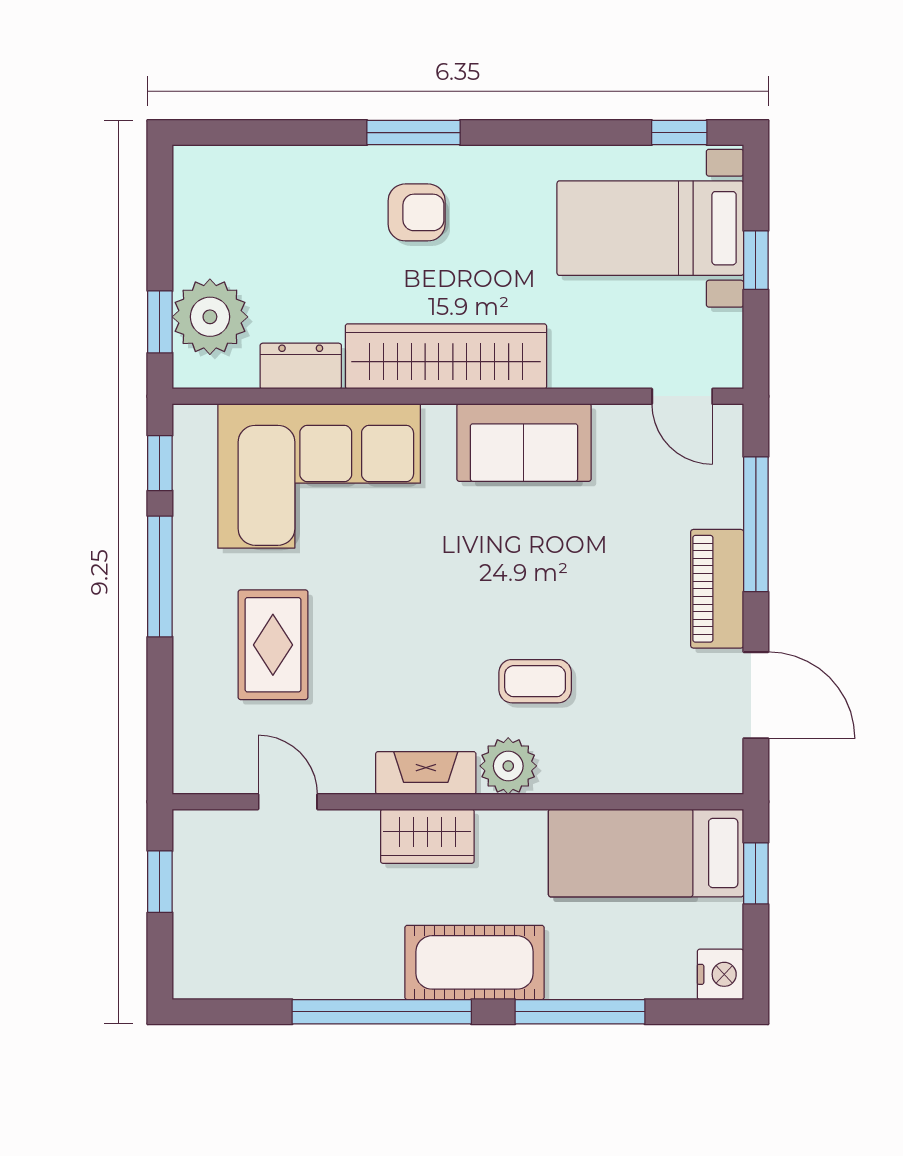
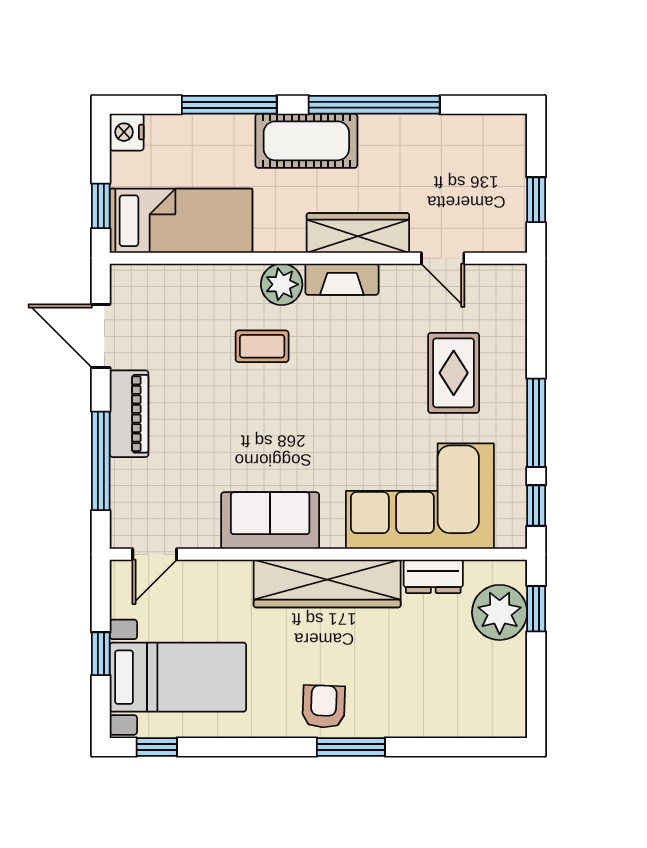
armchair: (417, 212) -> (324, 706), moved, turned 92
door: (682, 396) -> (155, 554), swing flipped
wardrobe: (427, 836) -> (358, 233), width x1.50

